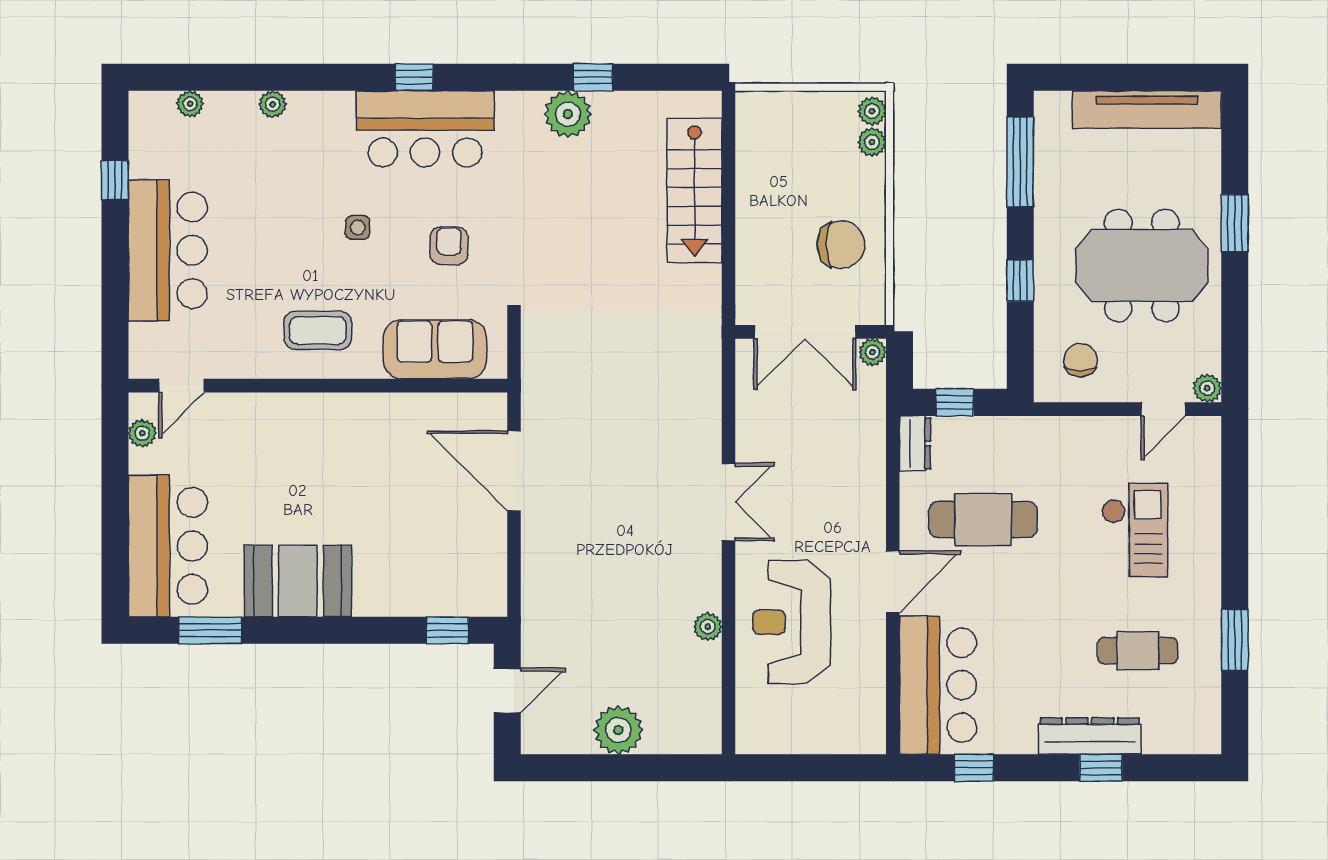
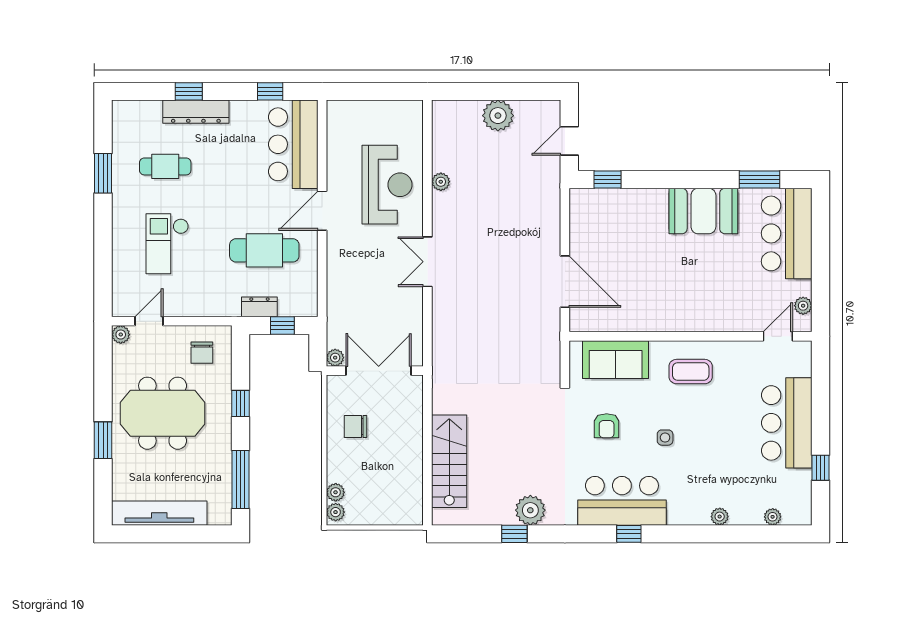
chair: (841, 245) -> (356, 427), width x0.73, depth x0.73
dresser: (915, 443) -> (259, 307), moved, turned 90

